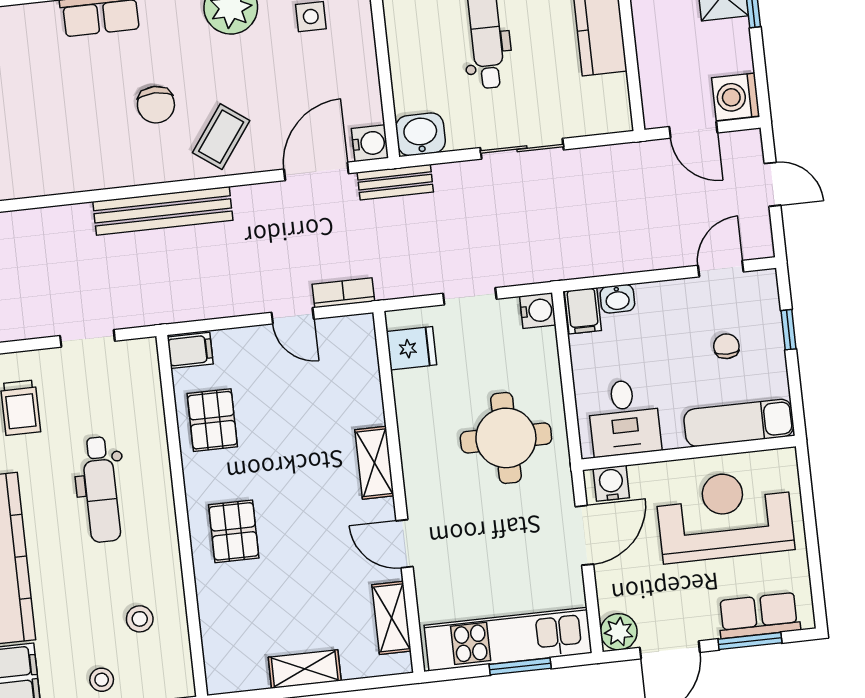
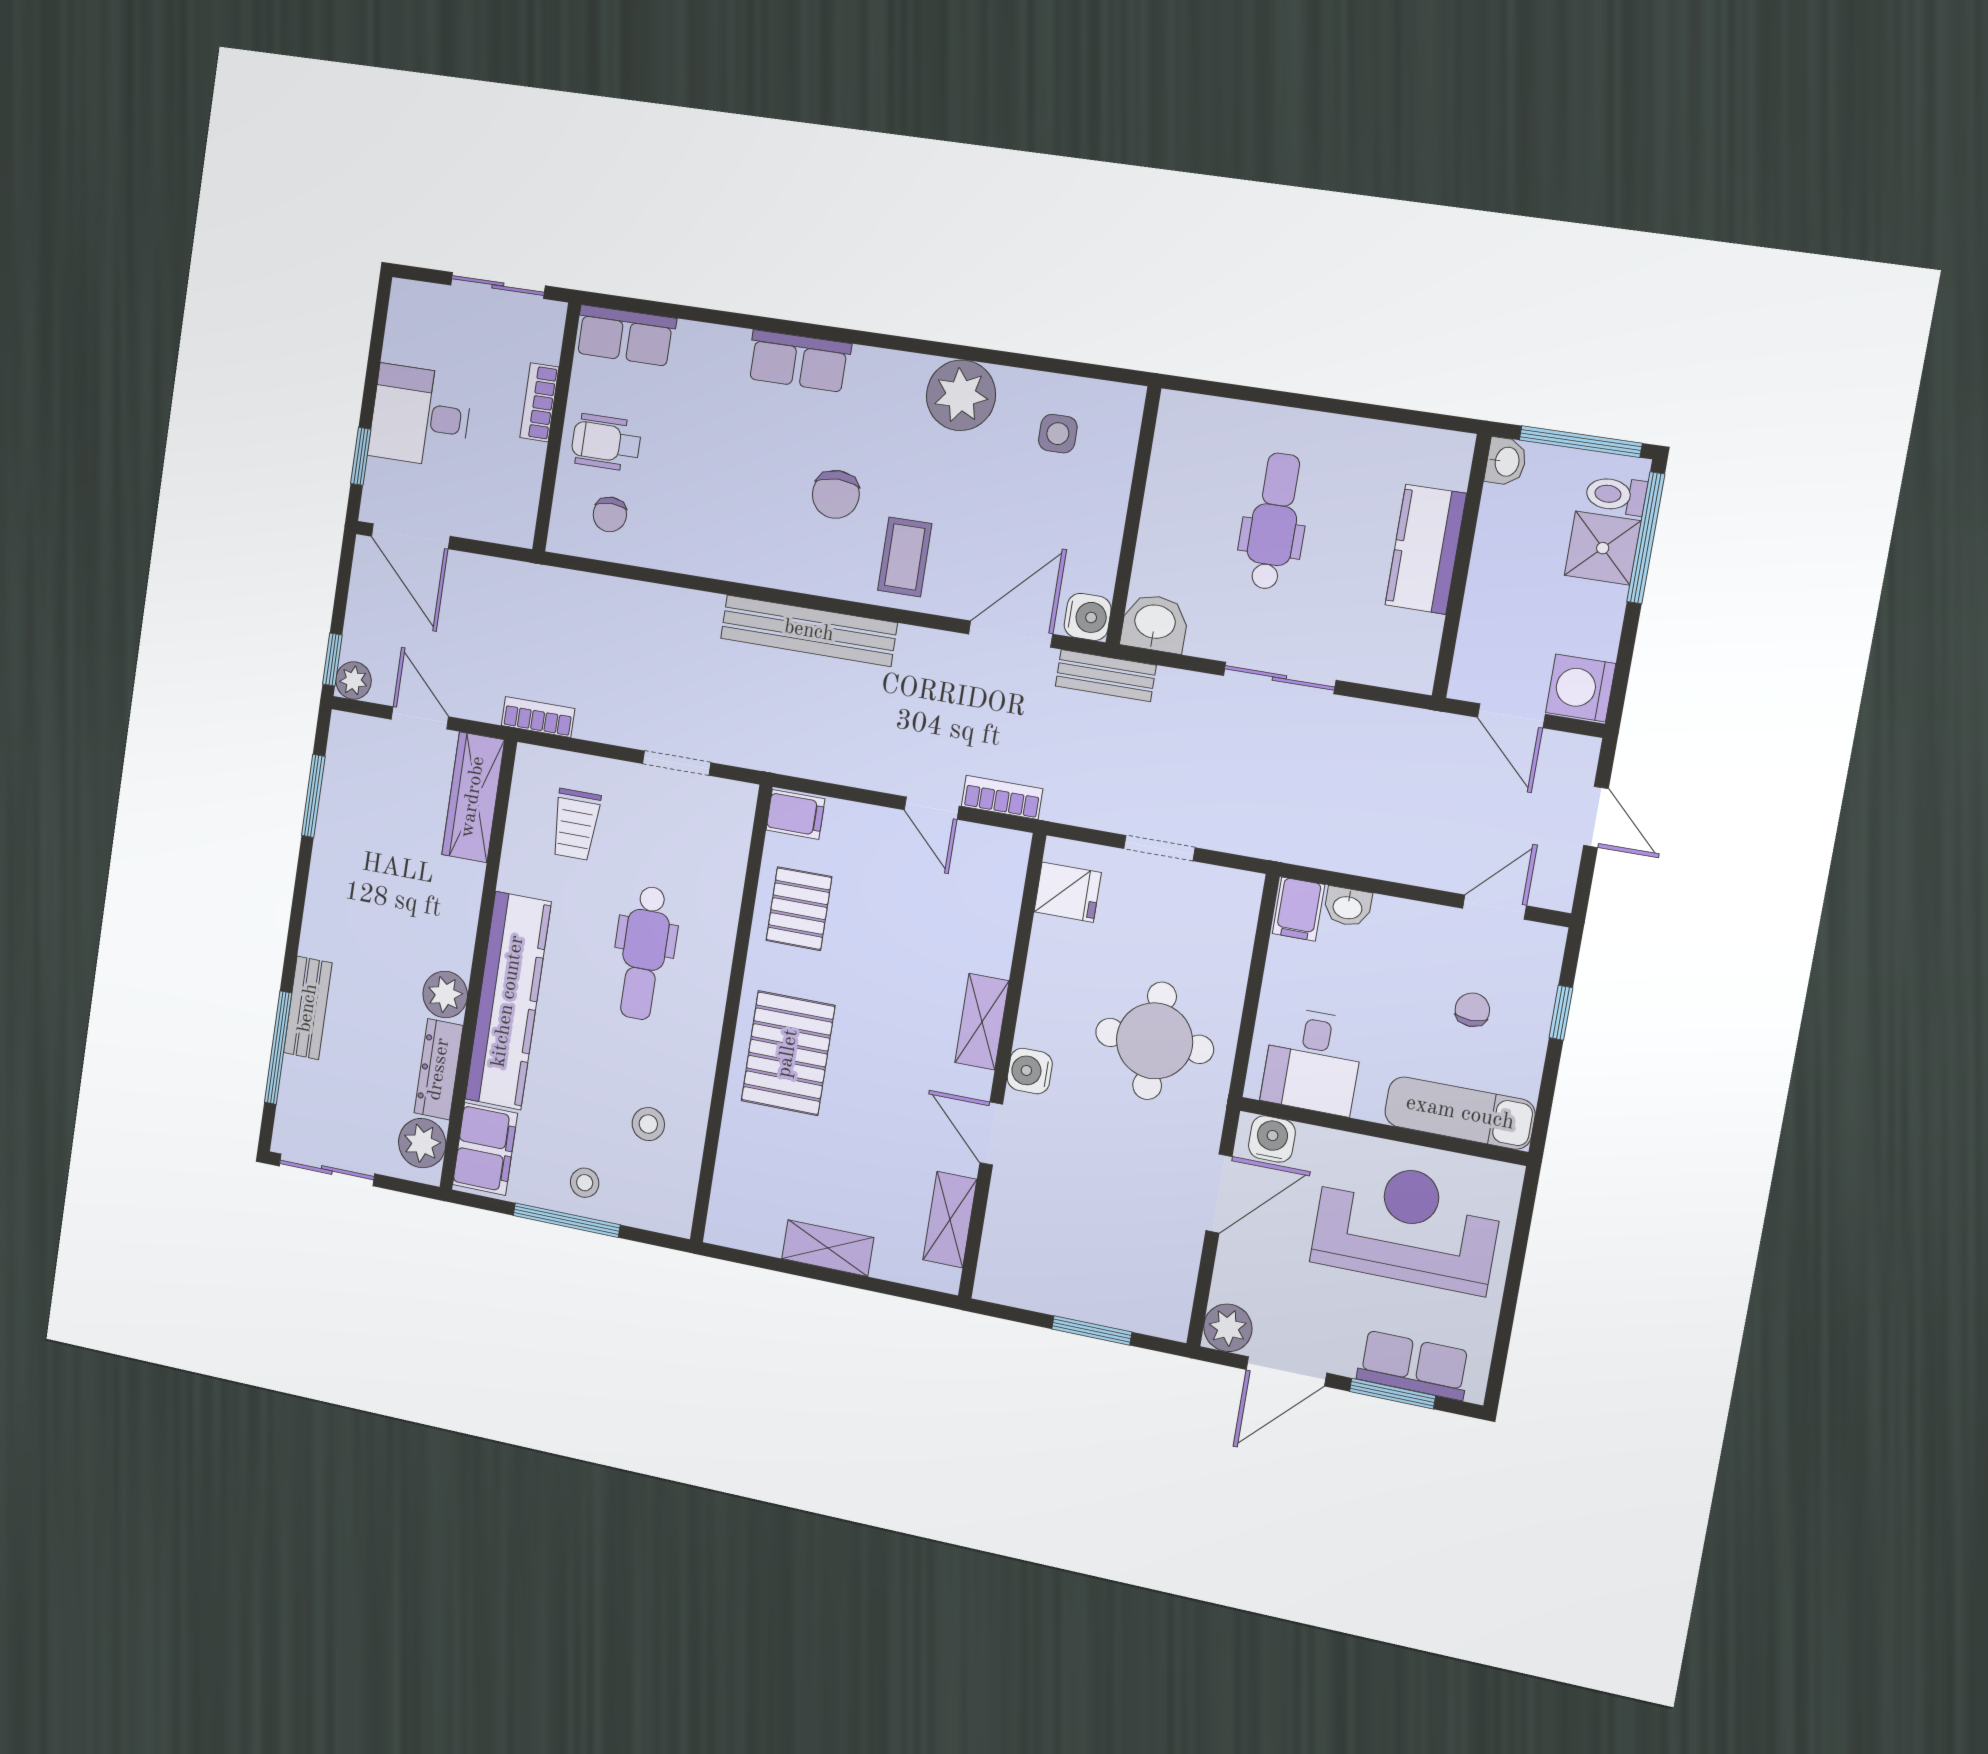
coffee table: (221, 137) -> (905, 557), turned -36
water cooler: (538, 311) -> (1030, 1071), moved, turned 180
pallet: (234, 531) -> (788, 1053), width x1.50, depth x1.42
kitchen unit: (508, 639) -> (1086, 1292), removed

